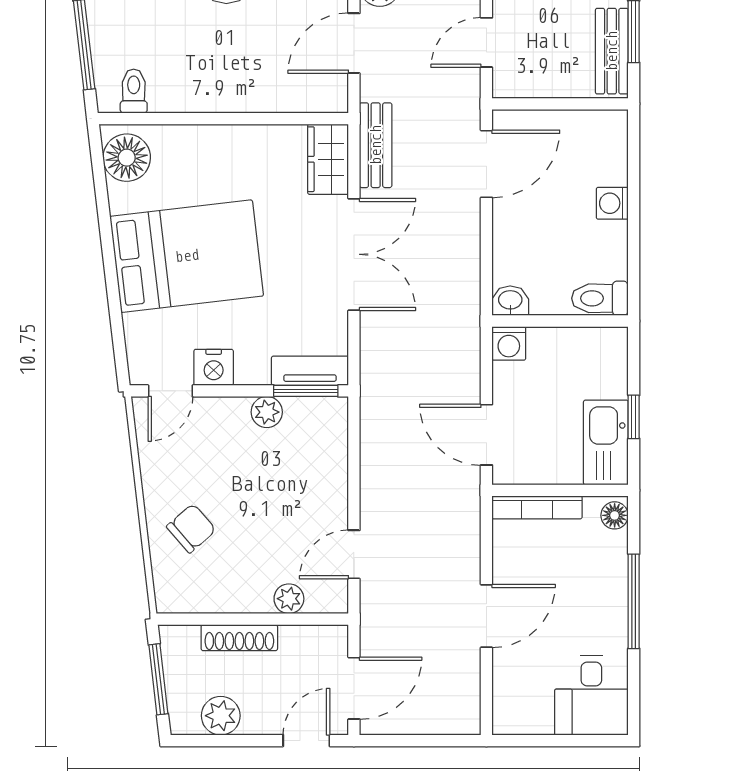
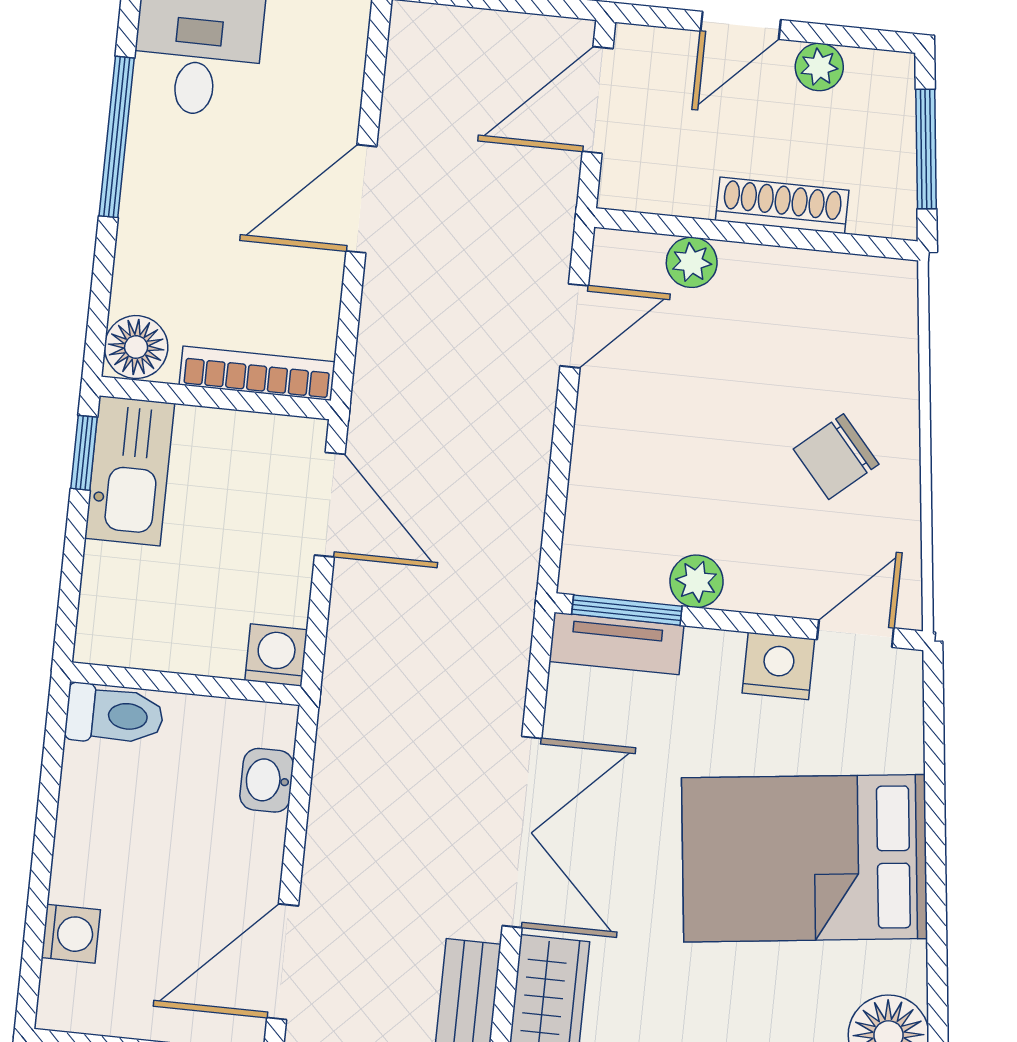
washing machine: (612, 203) -> (71, 934), moved
double door: (354, 254) -> (522, 832), swing flipped
washbasin: (510, 301) -> (267, 780), moved, turned 90
window: (634, 417) -> (84, 453), moved
floor lamp: (615, 515) -> (136, 347), width x1.37, depth x1.37
chair: (191, 528) -> (836, 457), moved
window: (634, 601) -> (117, 137), moved
plant: (221, 716) -> (819, 67), width x0.73, depth x0.73
door: (306, 741) -> (741, 25), moved

